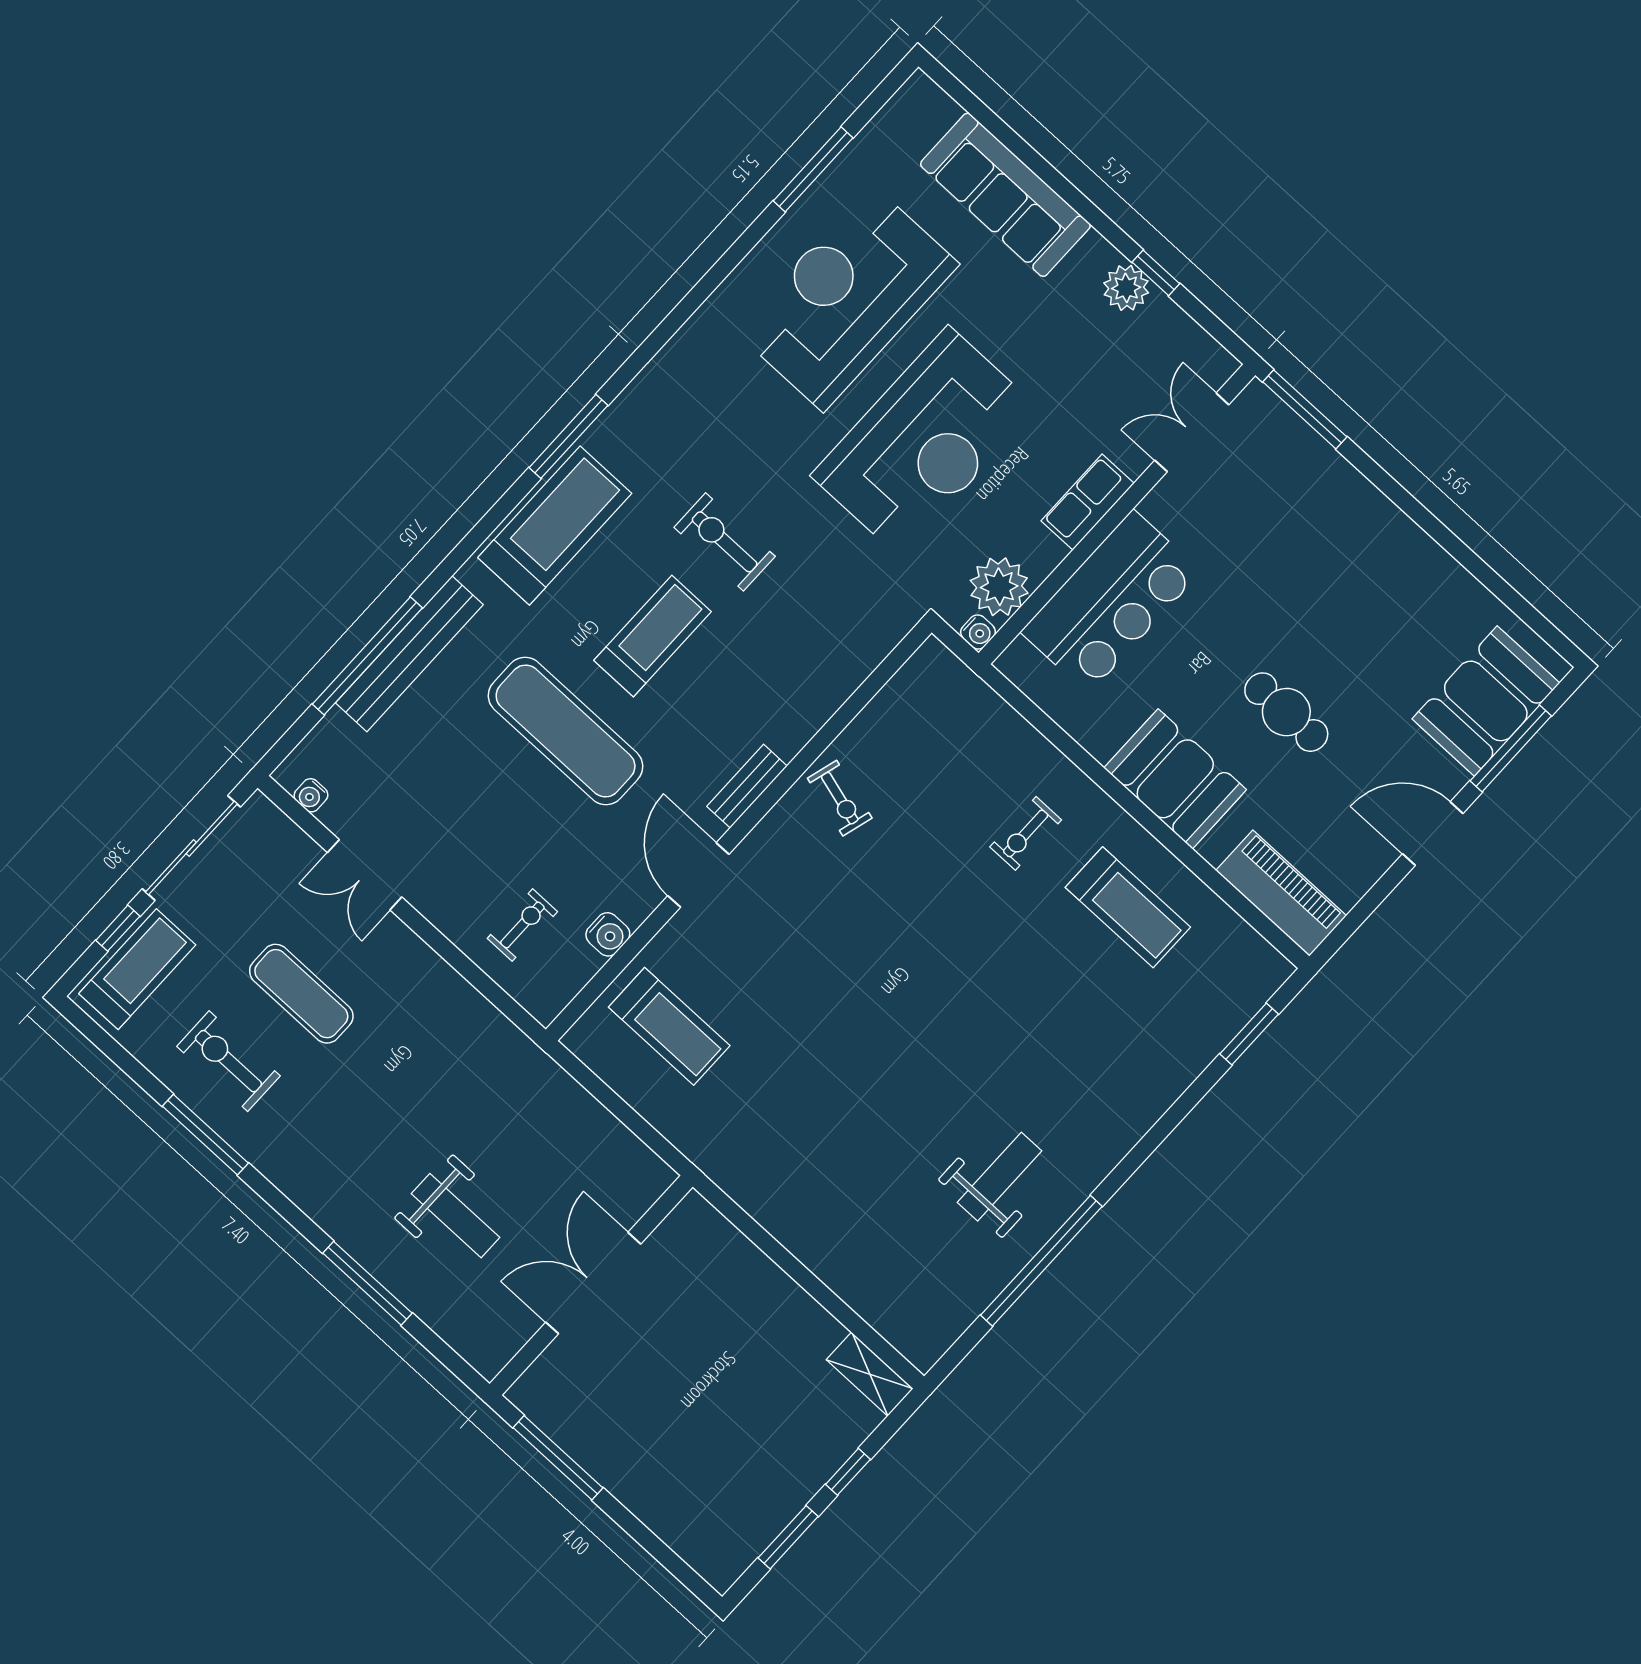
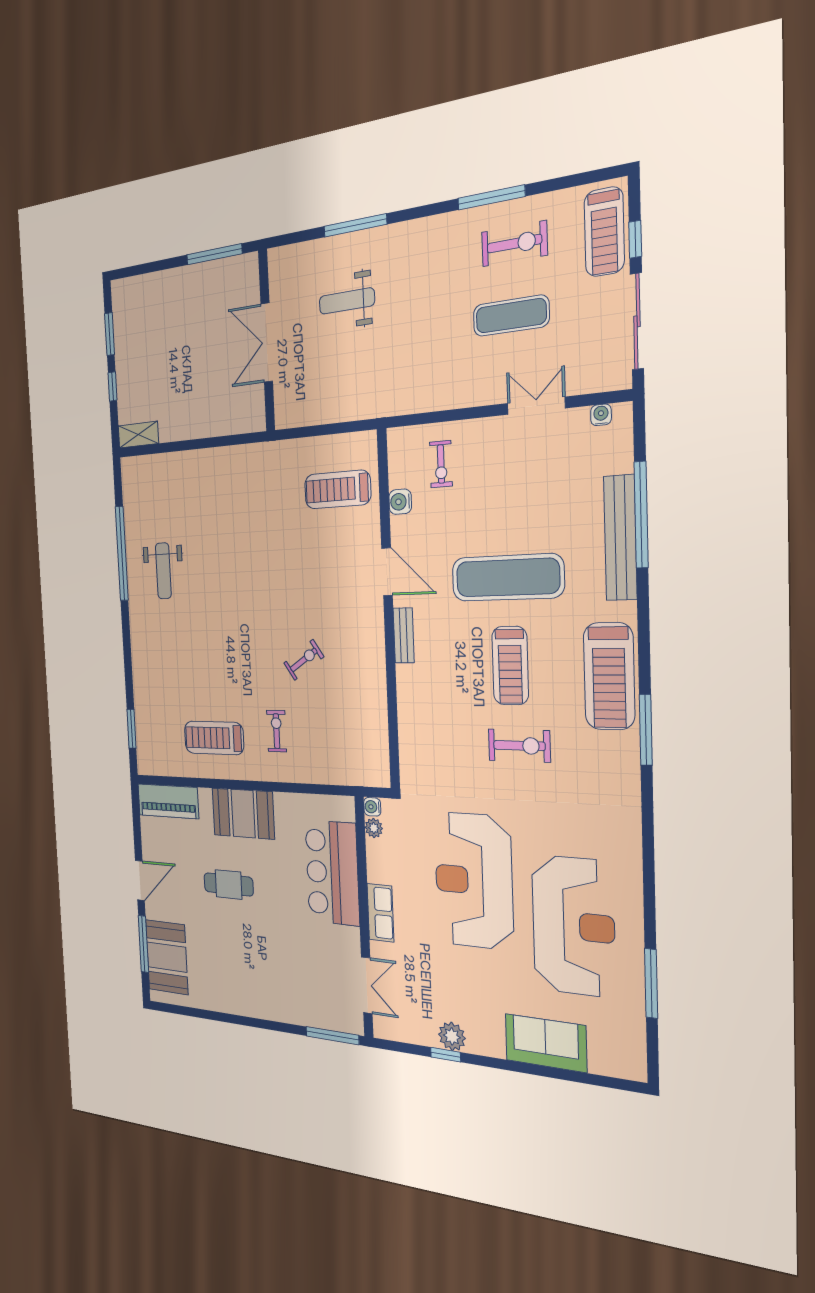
sofa: (1005, 195) -> (546, 1043), width x0.73
plant: (999, 587) -> (374, 828), width x0.53, depth x0.53
exercise bike: (840, 798) -> (304, 660), moved, turned 130
double door: (593, 1283) -> (267, 343), swing flipped

